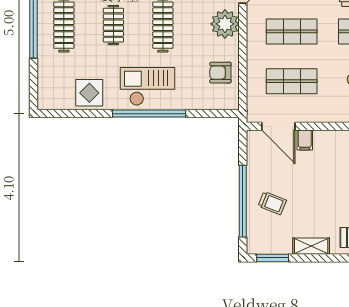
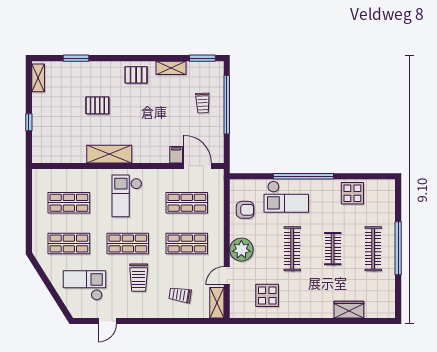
checkout: (148, 86) -> (286, 197), moved
trolley: (272, 203) -> (203, 103), turned -115

